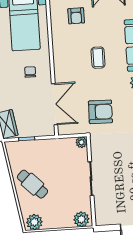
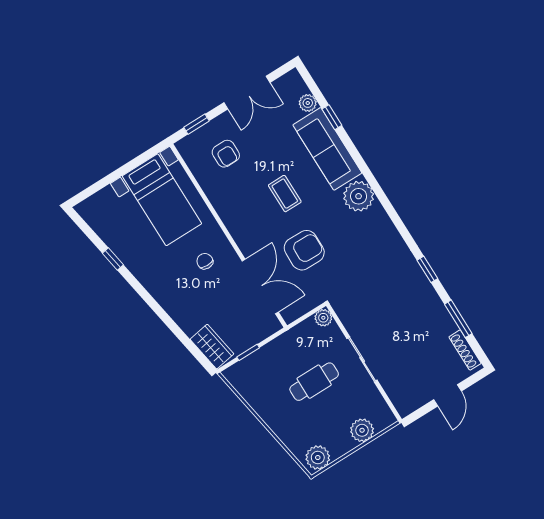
armchair: (100, 112) -> (304, 250), moved
cafe table: (32, 184) -> (314, 382), moved, turned -45
plant: (81, 219) -> (362, 430), moved

